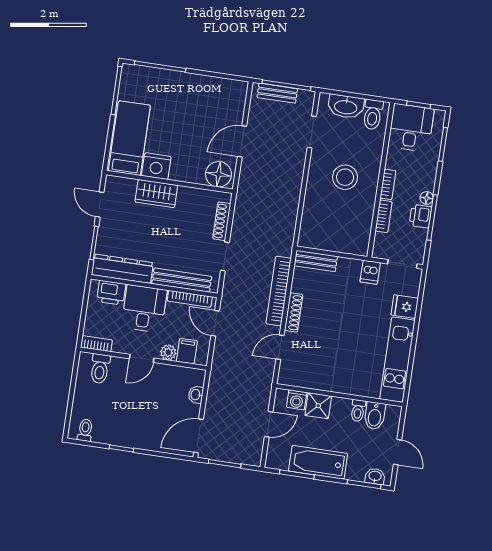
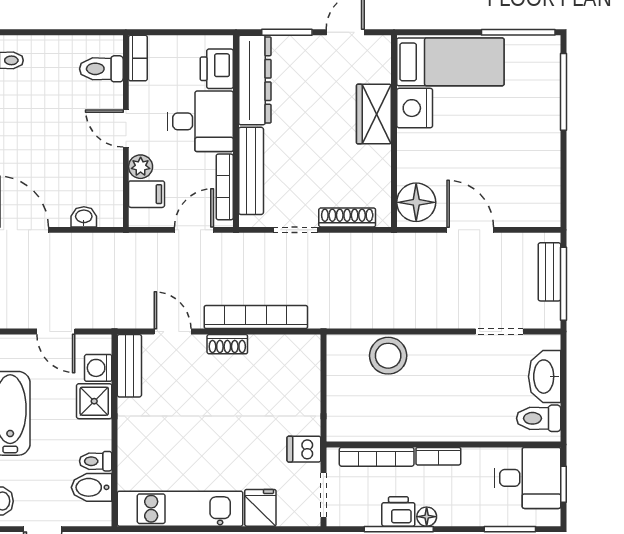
stool: (345, 177) -> (388, 356), moved
bookcase: (384, 216) -> (377, 457), width x1.56
bench: (316, 261) -> (129, 366), moved
shoe rack: (294, 312) -> (227, 344), width x0.70

